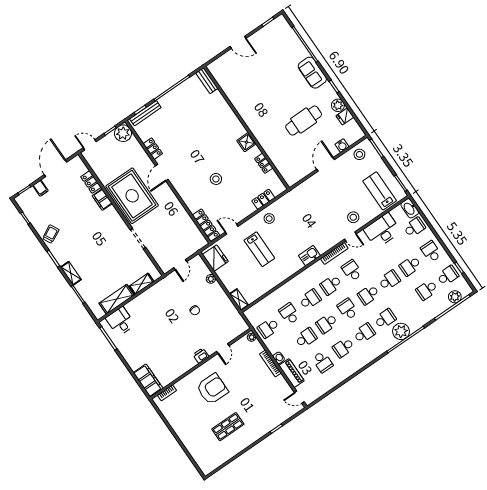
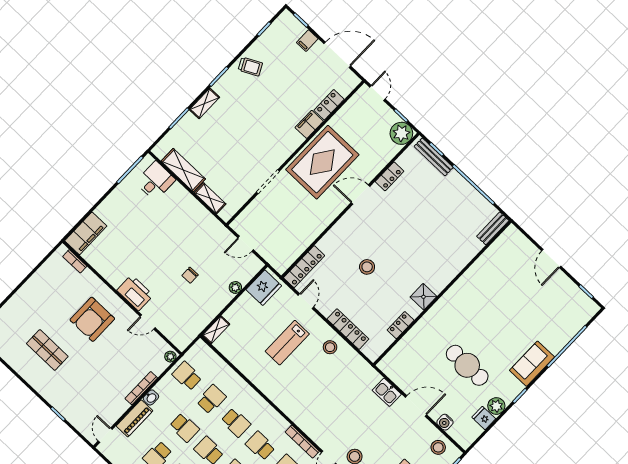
locker: (263, 199) -> (348, 329), width x1.53
kitchen sink: (309, 256) -> (387, 392), moved, turned 180
printer: (201, 356) -> (135, 293), width x1.87, depth x1.48
armchair: (212, 389) -> (92, 319), turned 90

